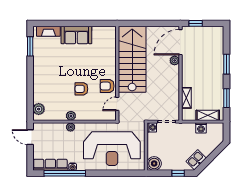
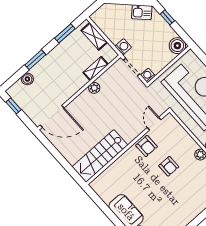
window: (196, 23) -> (13, 106), moved
boiler: (219, 48) -> (27, 79), added
stairs: (132, 59) -> (100, 156), width x0.73, depth x0.66
plant: (175, 60) -> (94, 88), moved
door: (117, 104) -> (154, 124), swing flipped
washing machine: (201, 128) -> (123, 47), moved

